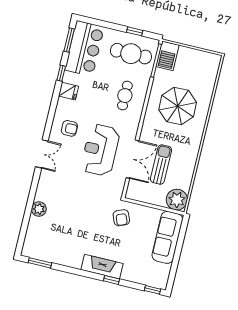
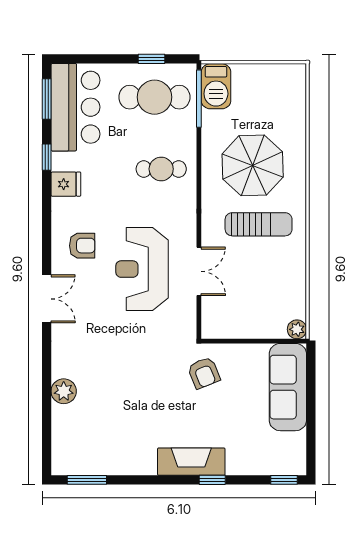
cafe table: (125, 96) -> (161, 169), turned 90
double door: (132, 159) -> (199, 271), width x0.73
sun lounger: (161, 165) -> (259, 224), moved, turned 90
plant: (177, 200) -> (297, 329), width x0.53, depth x0.53

